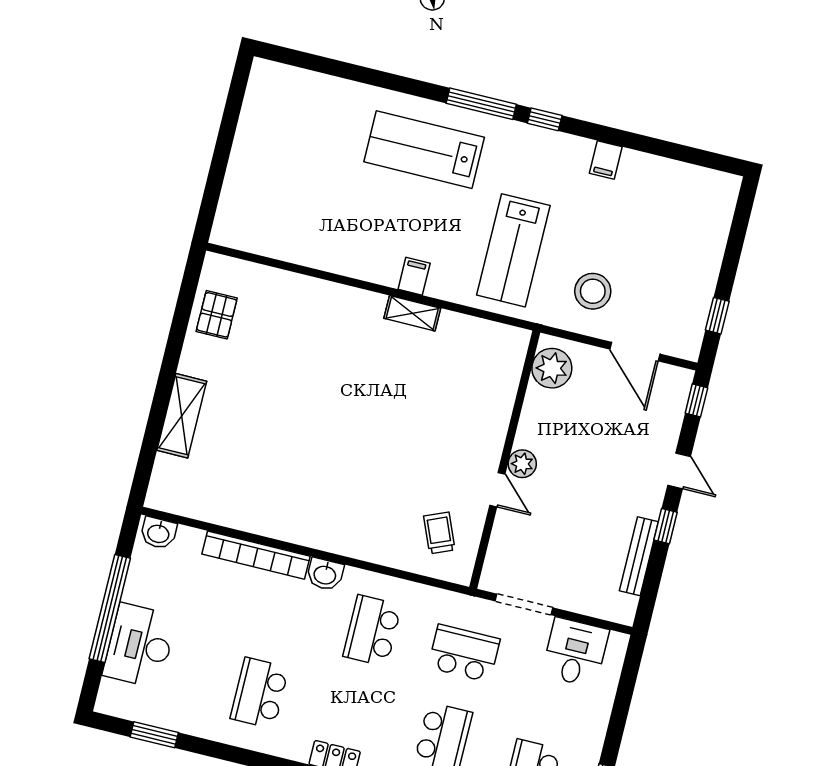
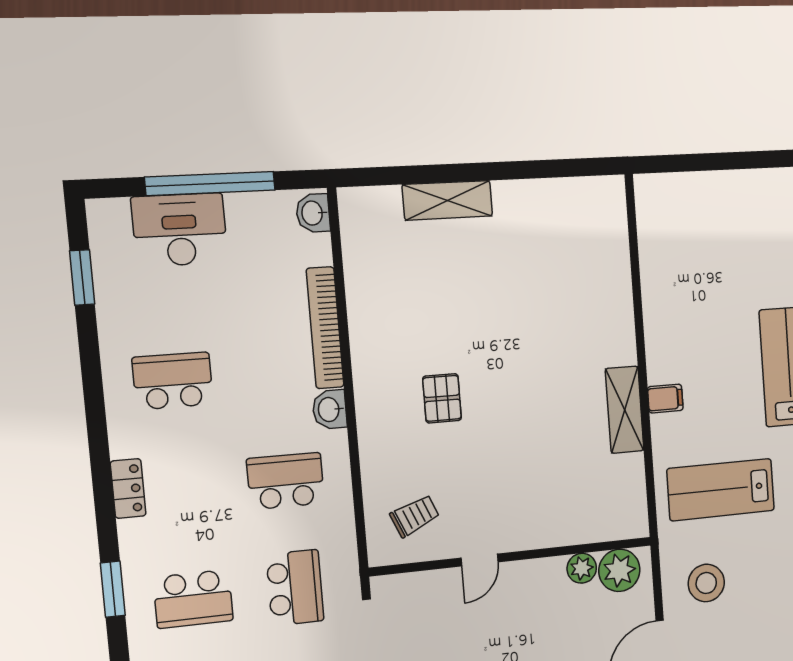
shelving: (412, 313) -> (625, 410), width x1.50, depth x1.33
pallet: (217, 315) -> (442, 398), moved, turned 90
plant: (522, 464) -> (582, 568), moved

